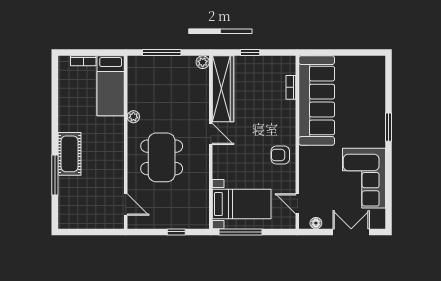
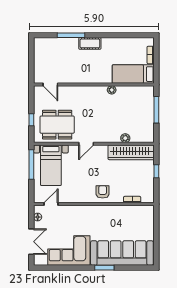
plant: (203, 62) -> (125, 138), moved
sofa: (317, 101) -> (122, 253), moved, turned 180
door: (211, 134) -> (86, 144), moved
cot: (70, 154) -> (90, 43), width x0.73, depth x0.75
armchair: (280, 155) -> (103, 192), moved
dining table: (162, 157) -> (57, 125), moved
door: (126, 205) -> (50, 85), hinge flipped

